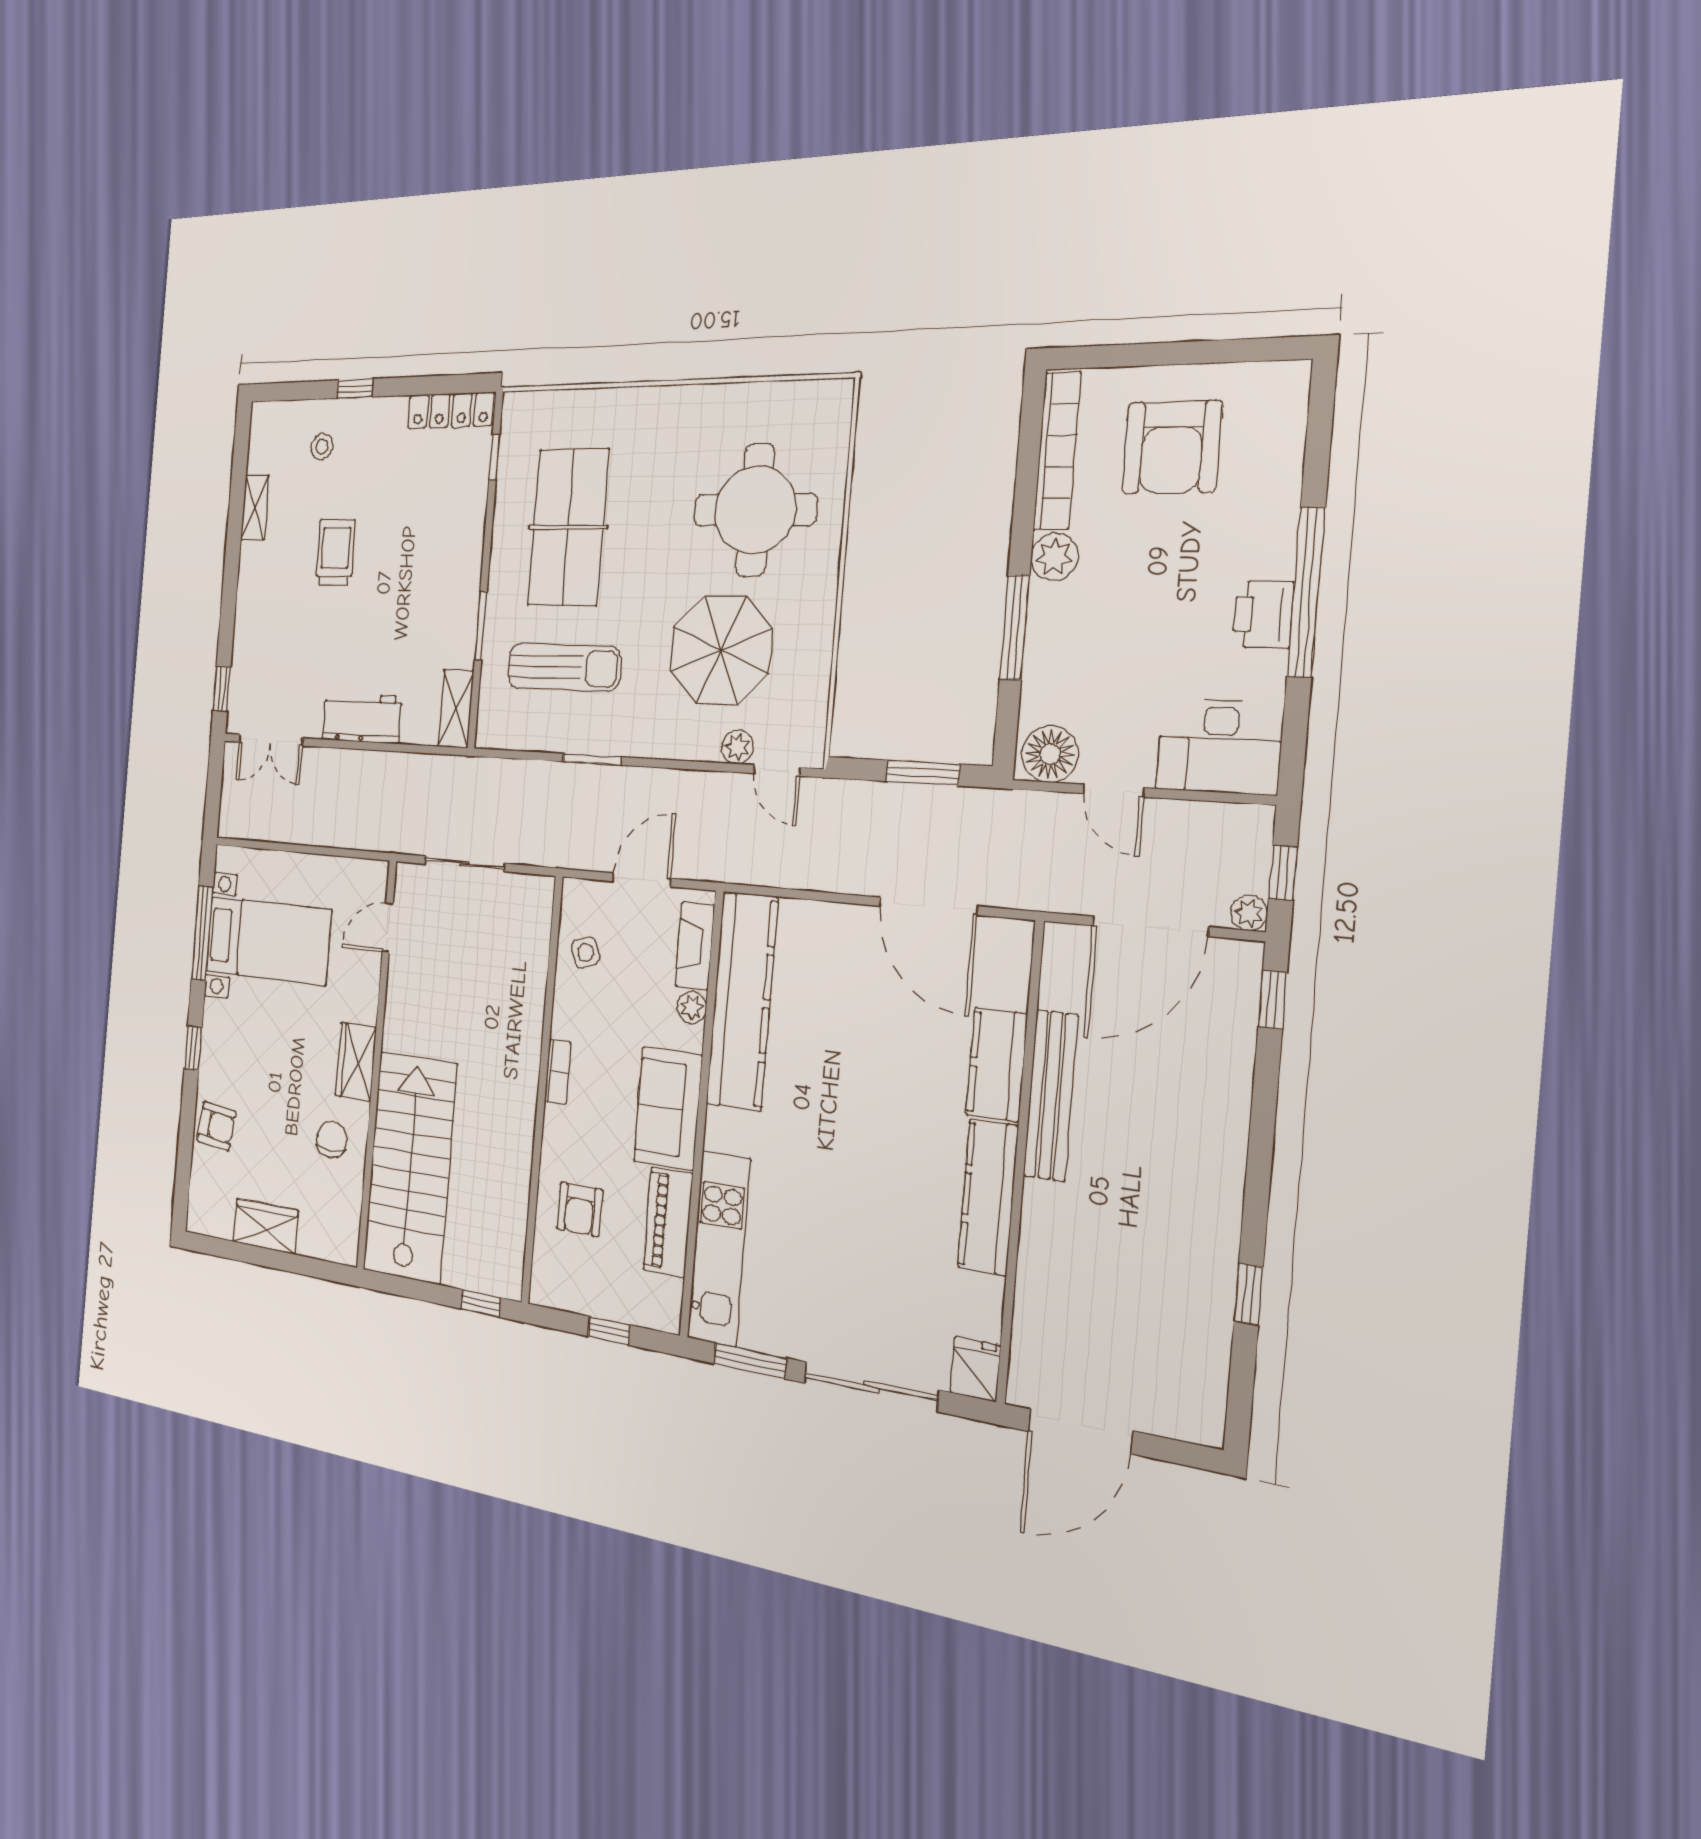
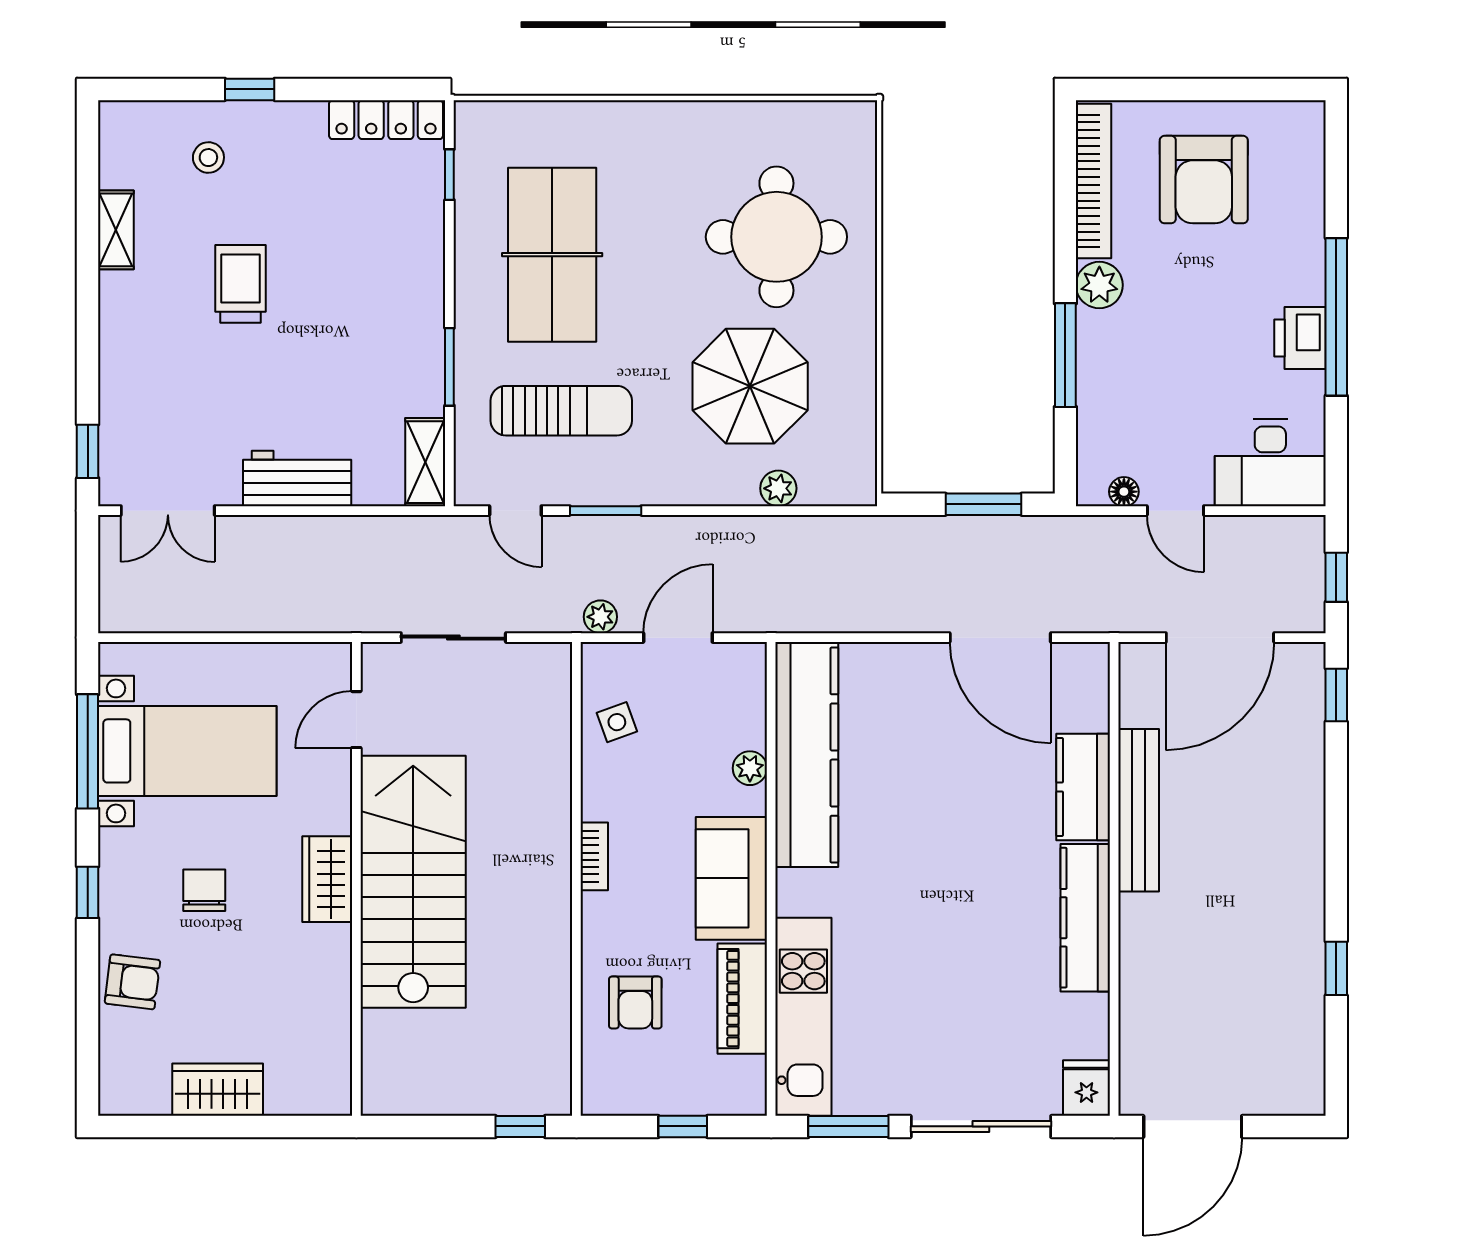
floor lamp: (1050, 754) -> (1124, 492), width x0.53, depth x0.53
door: (777, 770) -> (515, 511), moved
plant: (1249, 913) -> (600, 617), moved
fireplace: (695, 946) -> (748, 702), removed
chair: (332, 1140) -> (204, 890), moved
stairs: (410, 1167) -> (413, 882), moved

